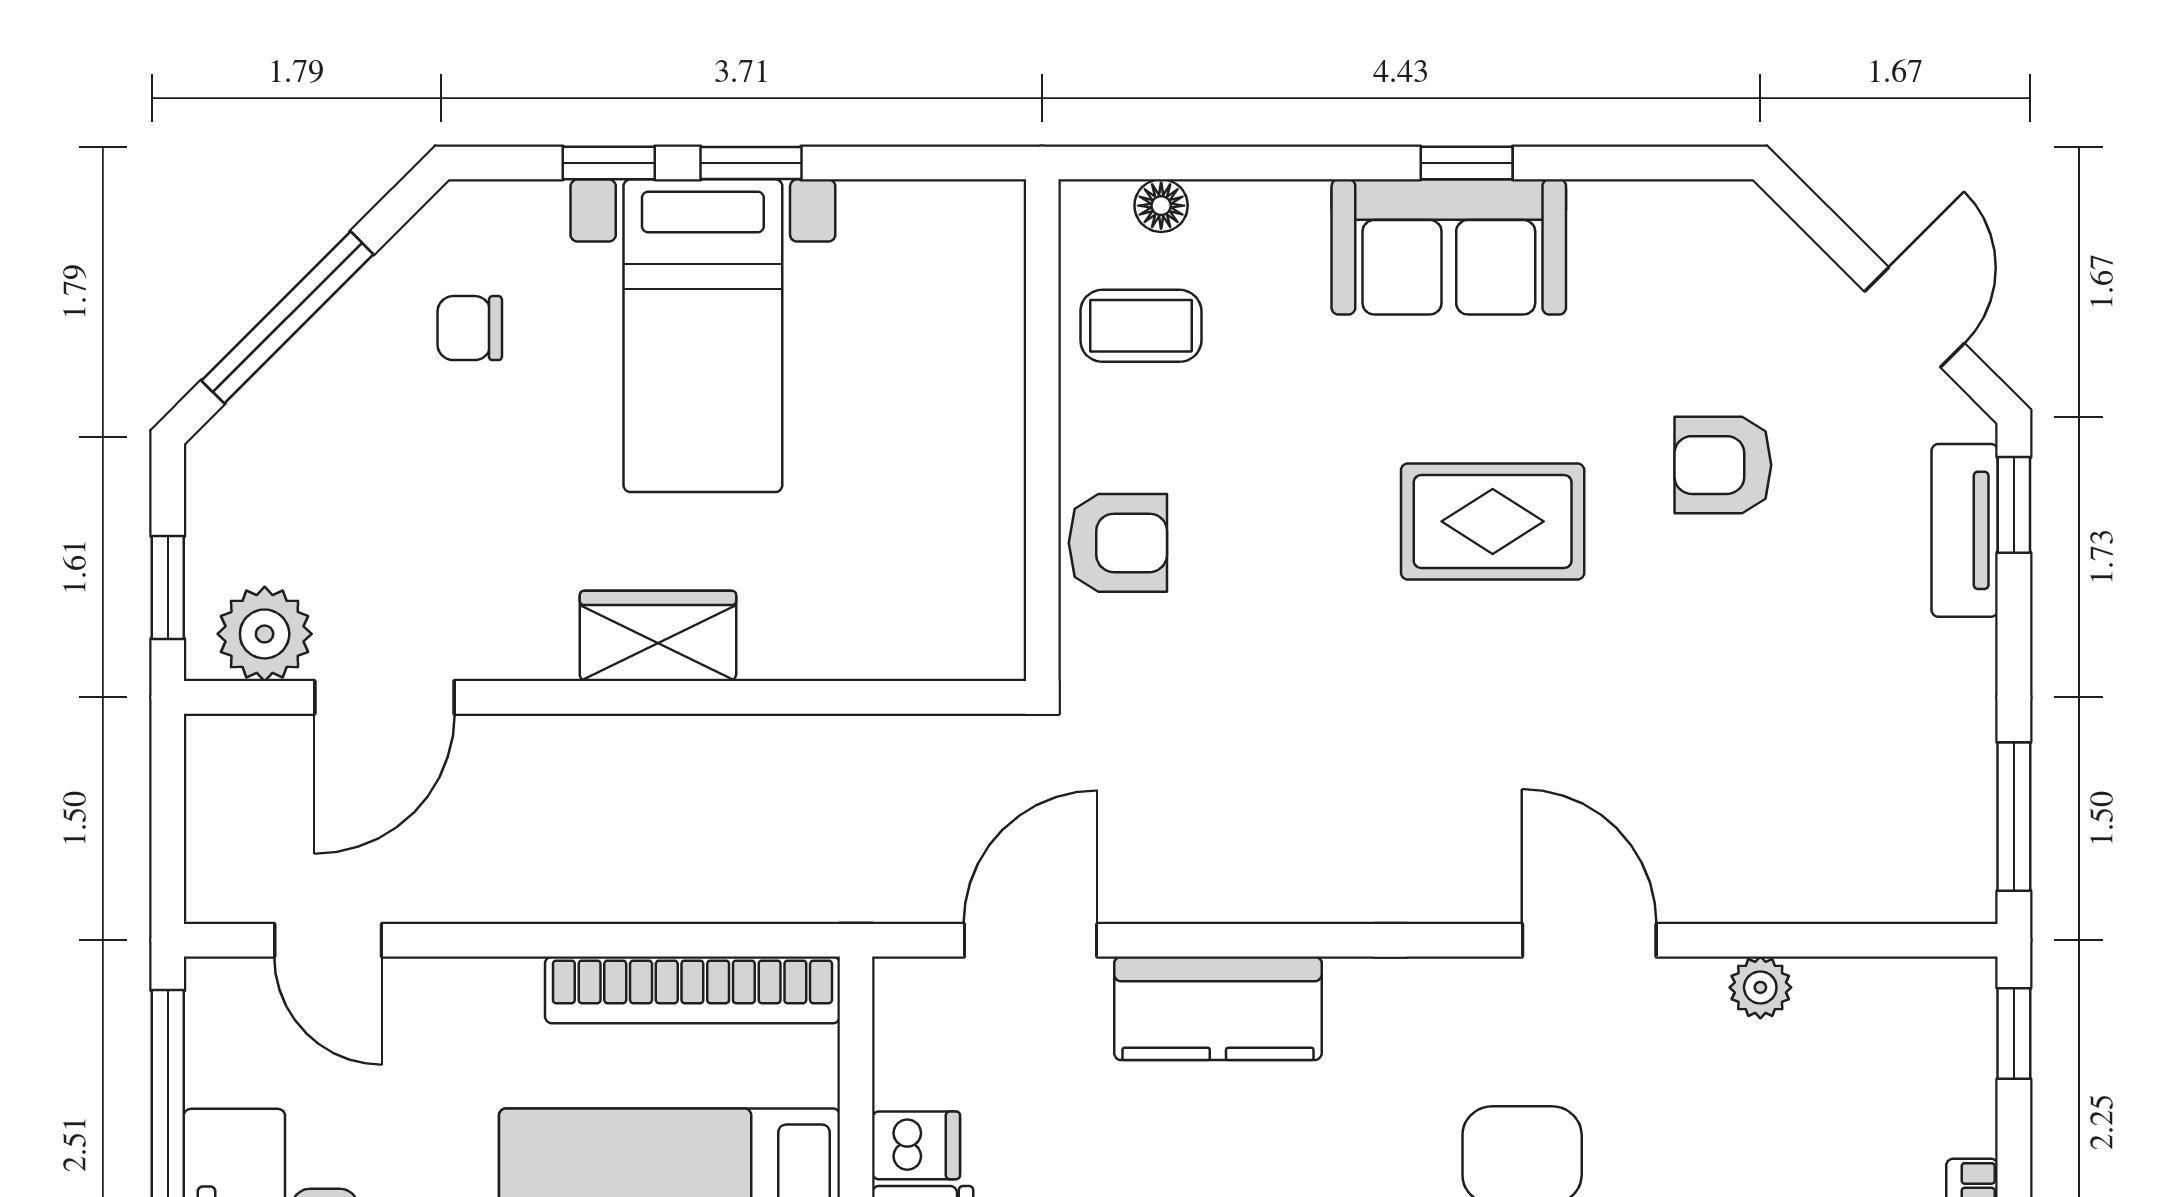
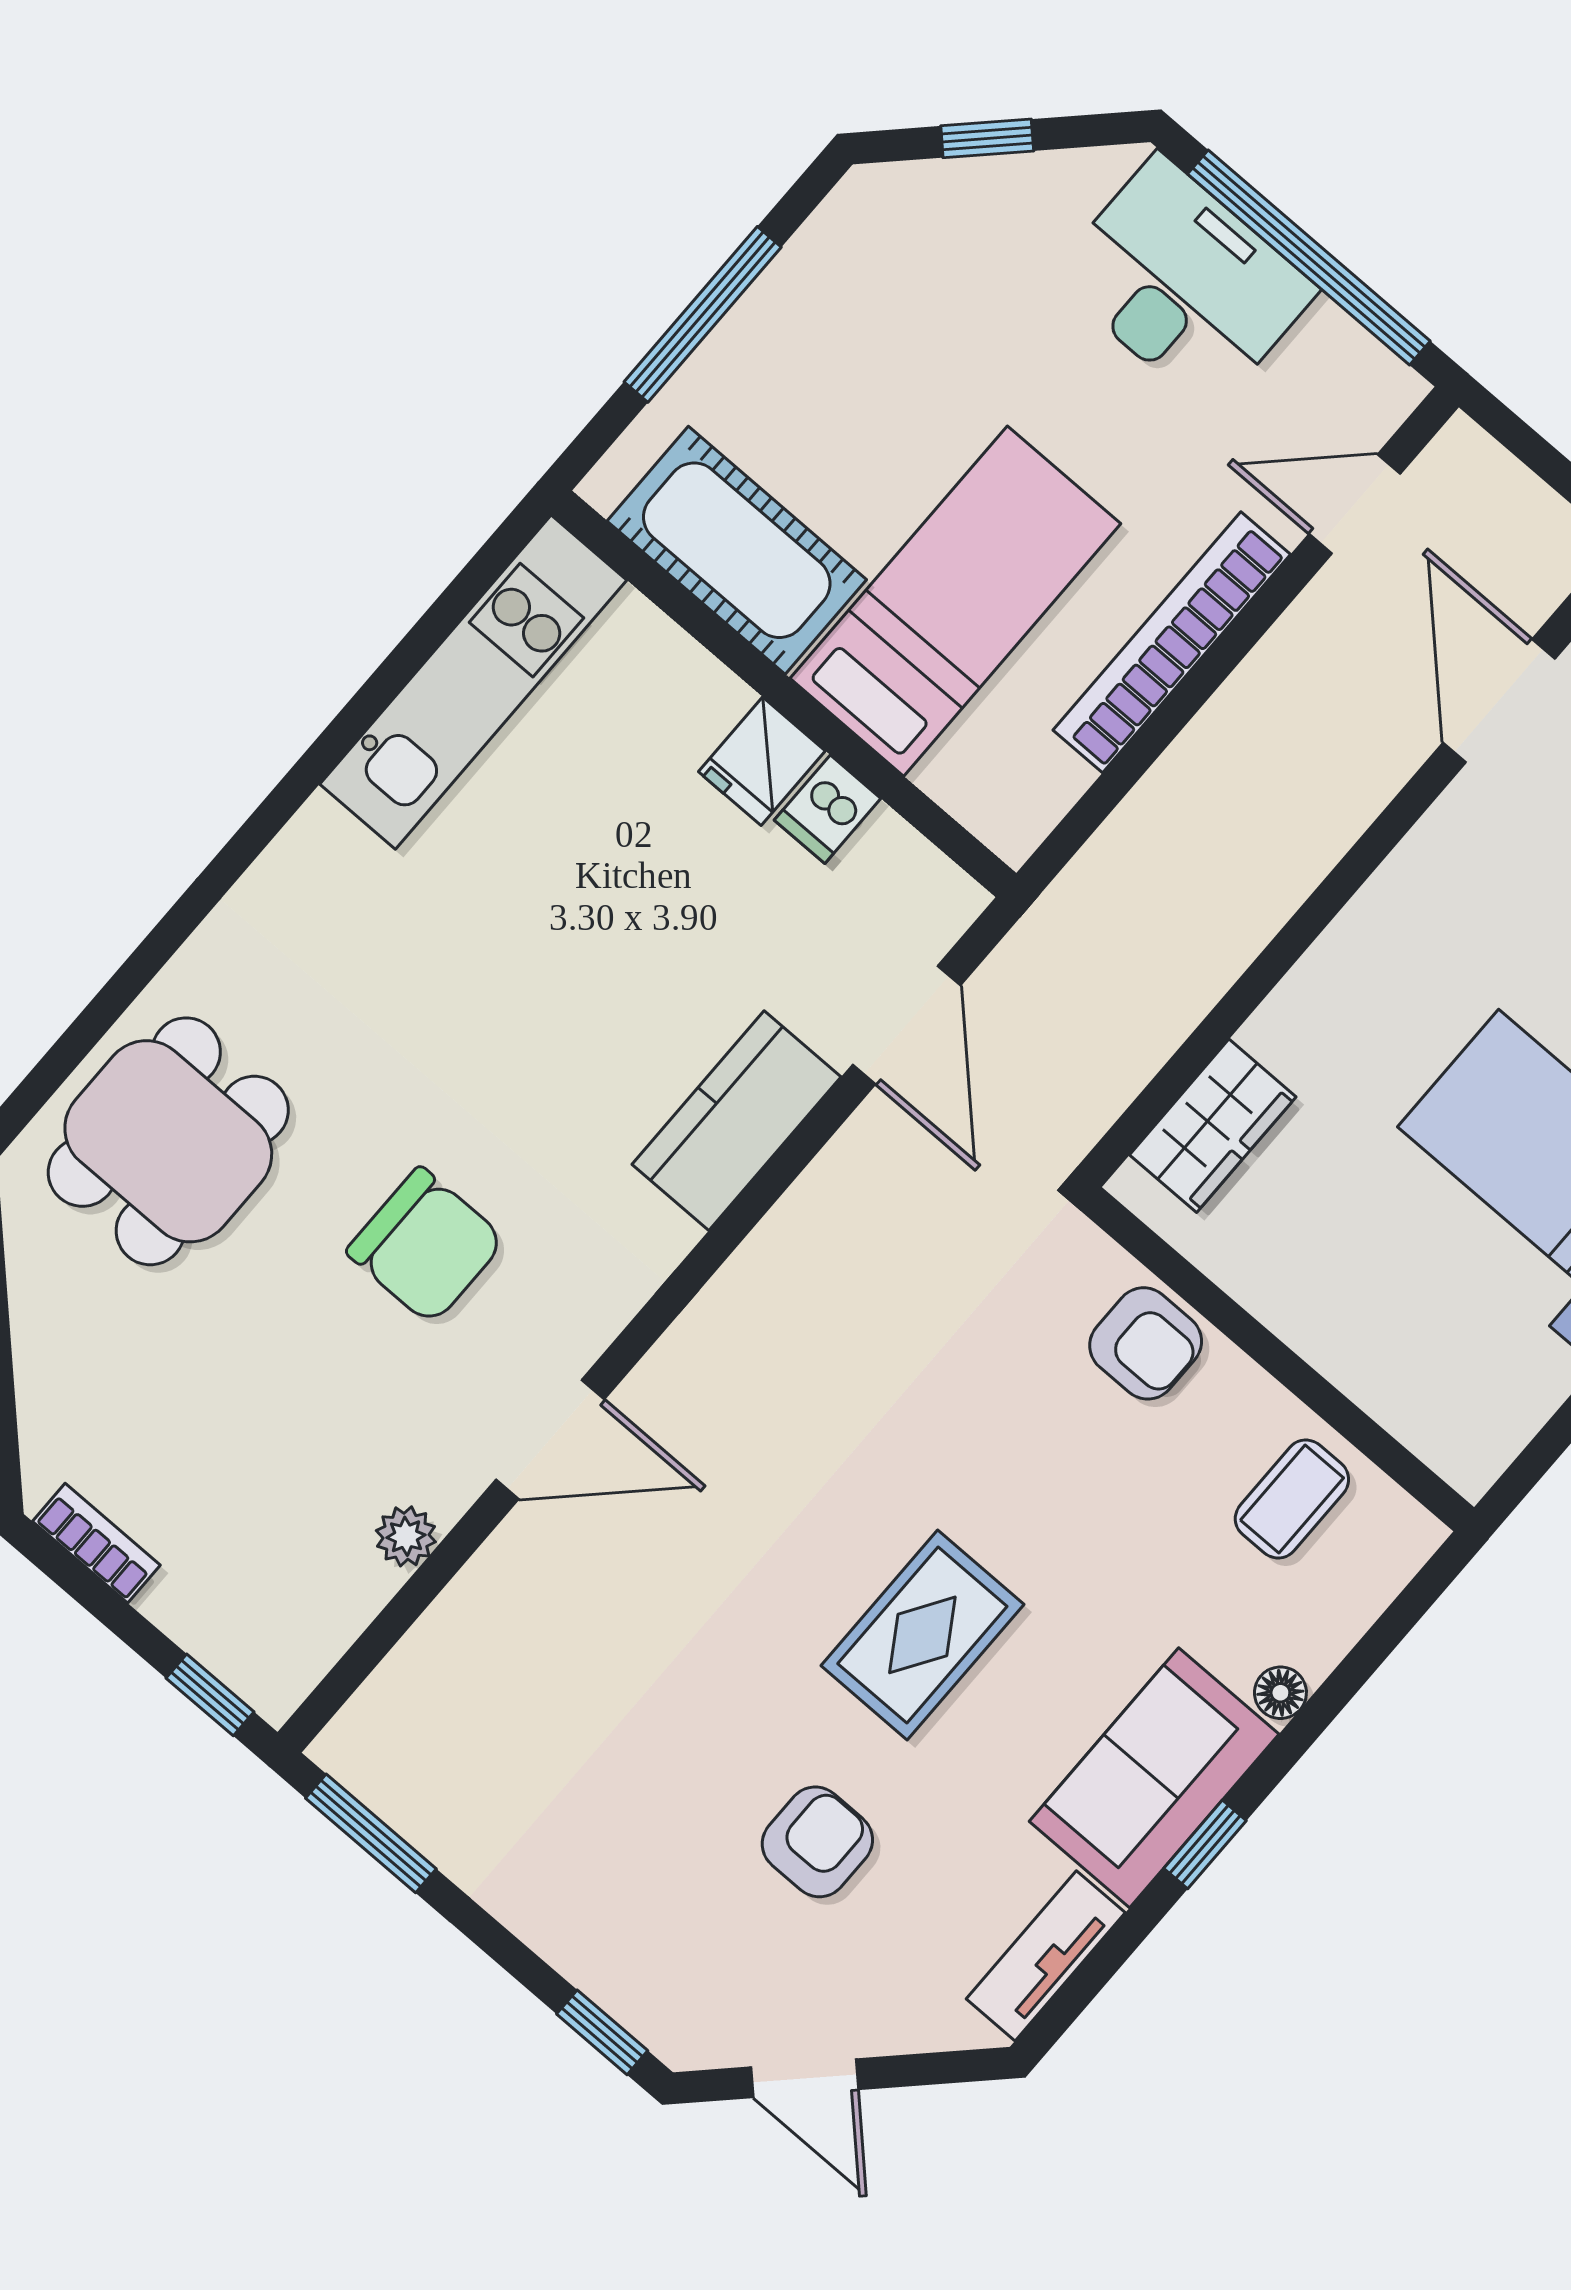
floor lamp: (1161, 206) -> (1280, 1693), moved
tv unit: (1965, 530) -> (1046, 1956), moved, turned -90
armchair: (1118, 543) -> (1146, 1343), turned -90
wardrobe: (658, 636) -> (1213, 1126), moved
bookcase: (692, 990) -> (1172, 642), moved

